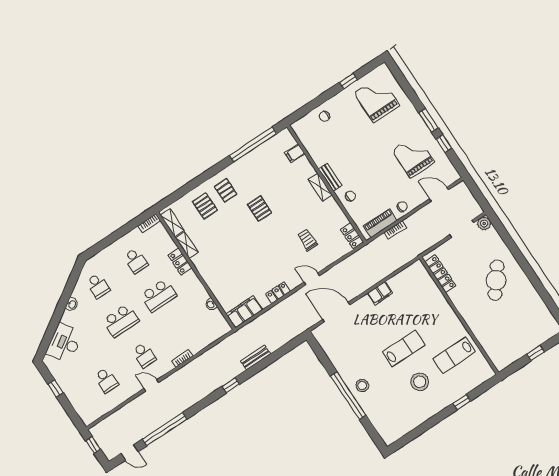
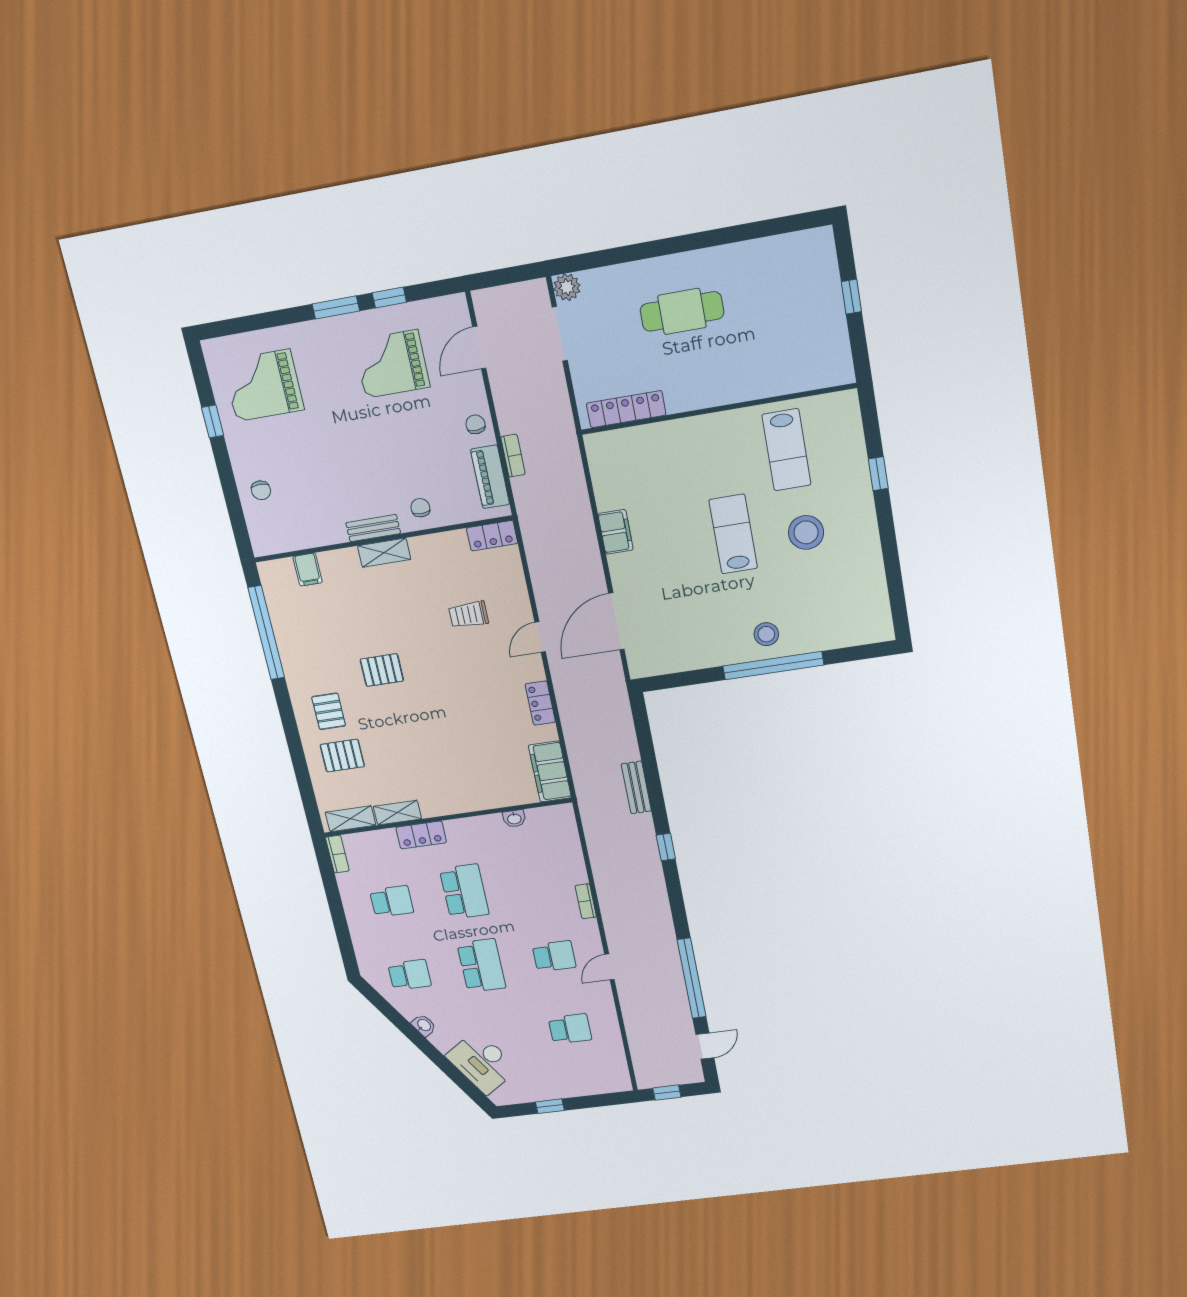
pallet: (226, 190) -> (329, 711), turned 90
cafe table: (496, 280) -> (682, 311), turned -38

